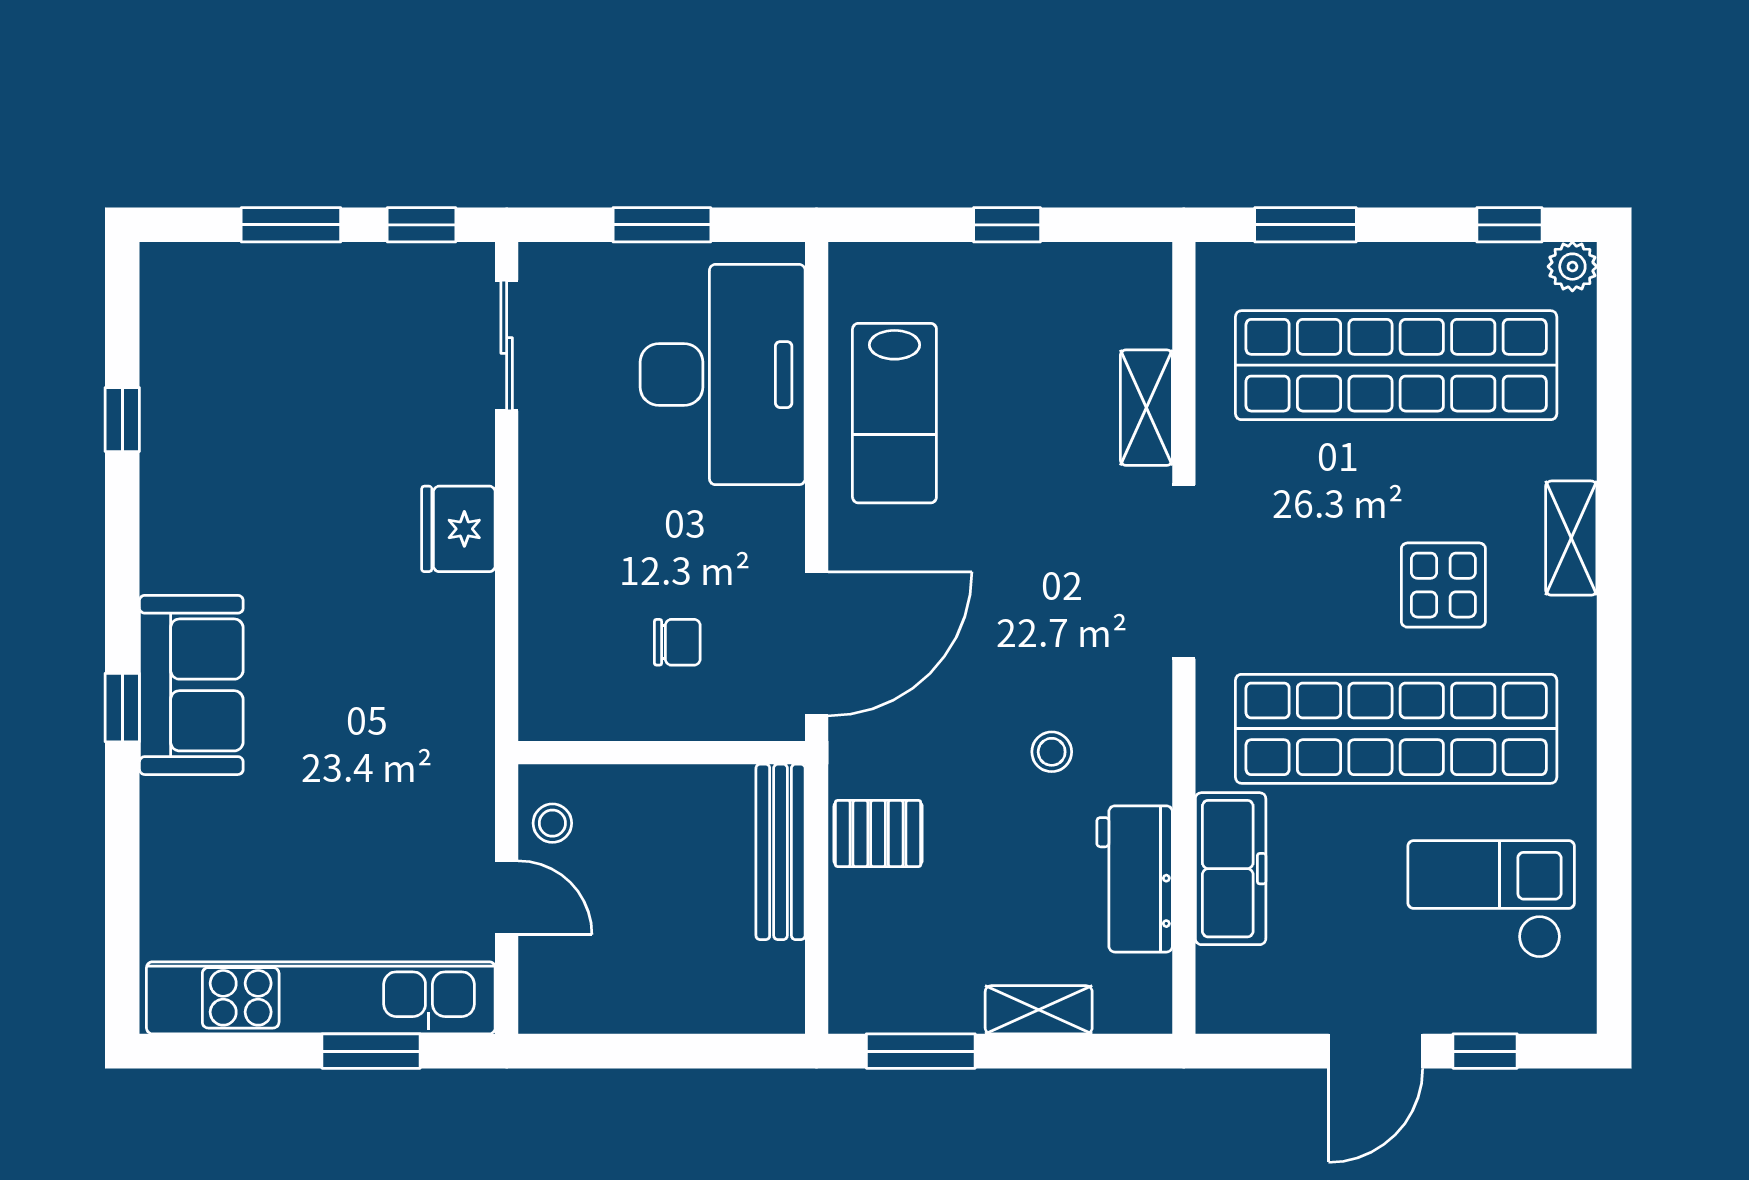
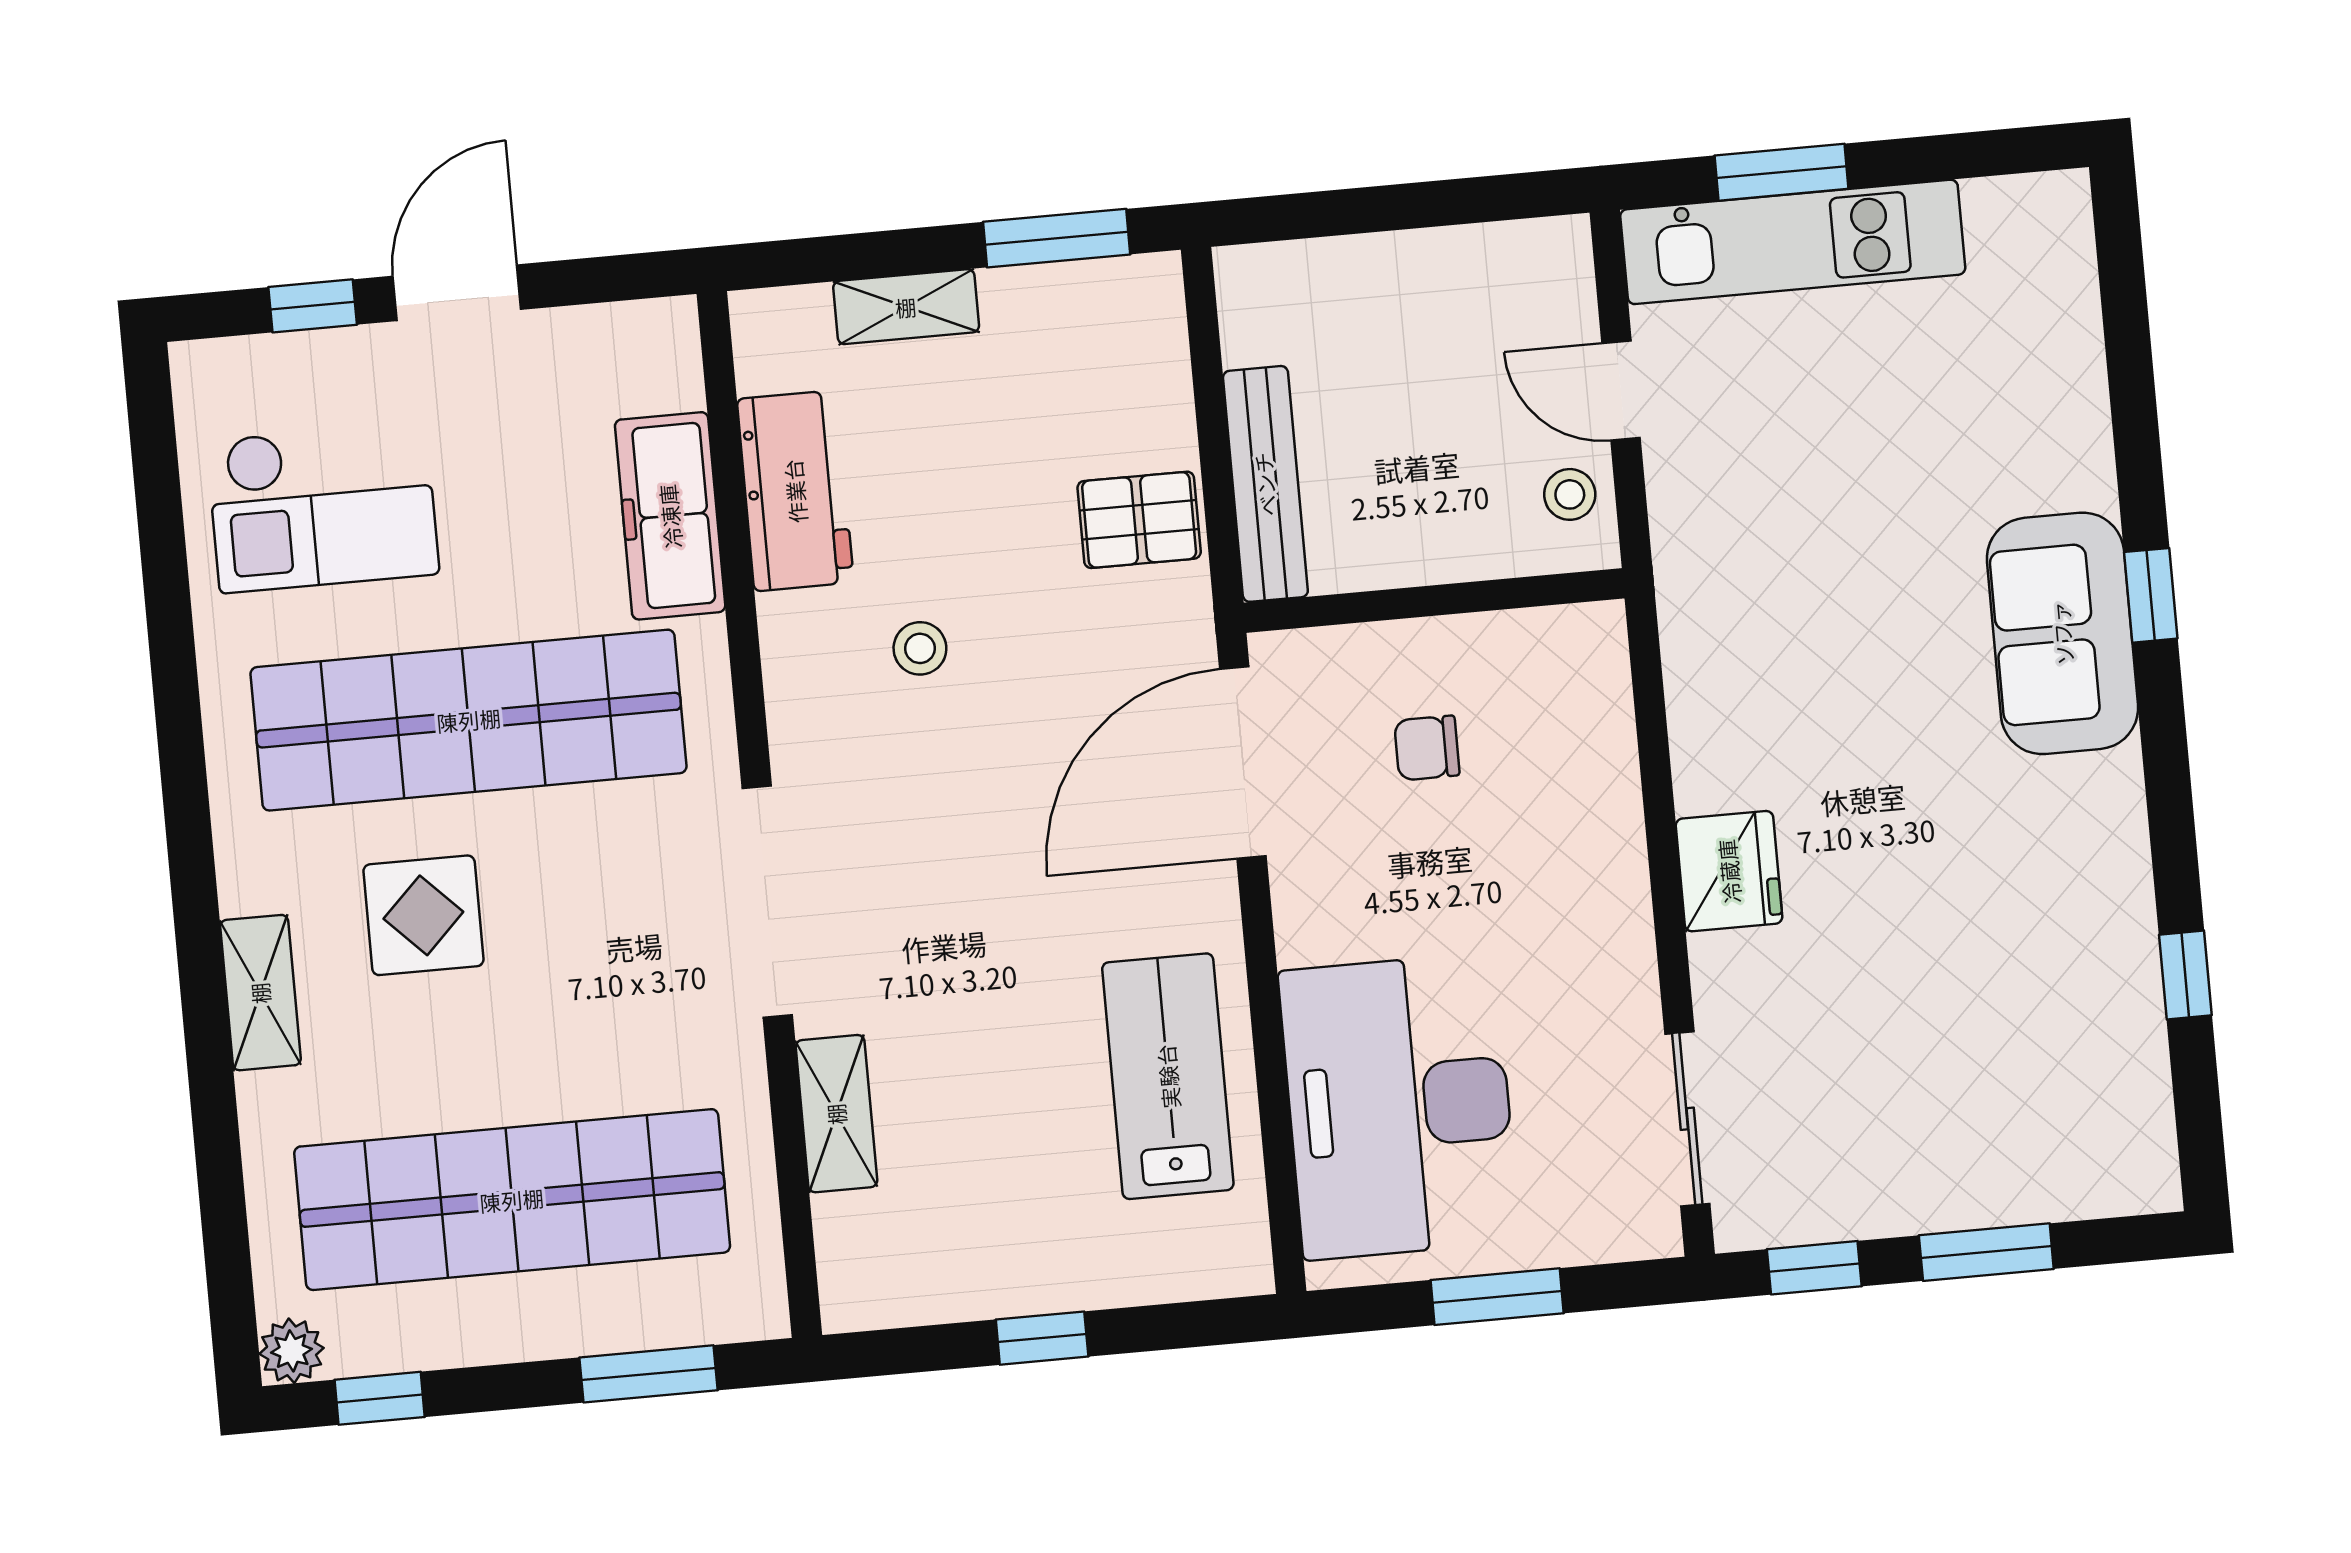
kitchen unit: (321, 998) -> (1793, 242), width x0.73

